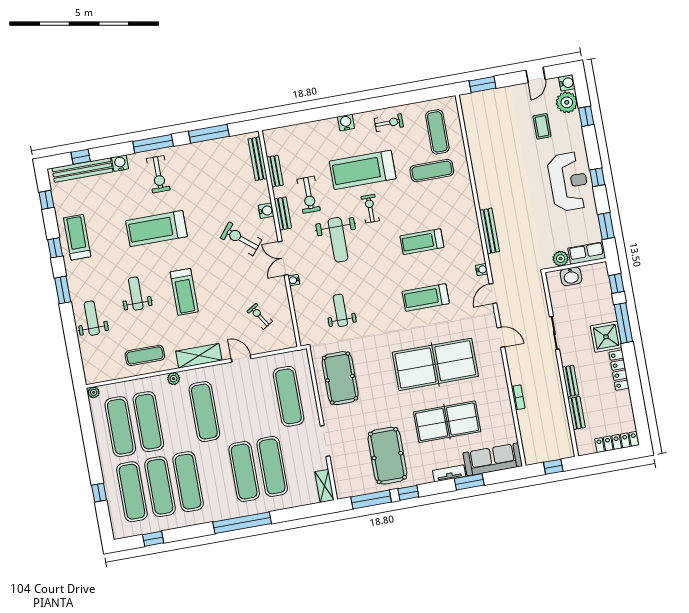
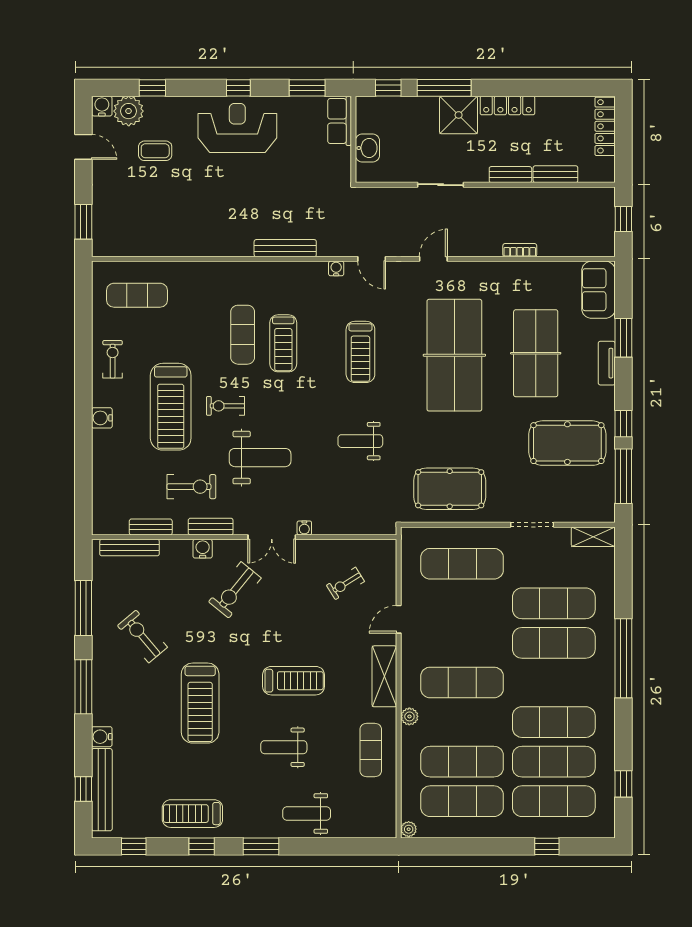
exercise mat: (432, 171) -> (243, 335), moved
exercise bike: (158, 174) -> (142, 636), moved, turned -130
plant: (561, 259) -> (341, 158), removed
weight bench: (340, 310) -> (360, 441), moved
sofa: (493, 459) -> (598, 290), width x0.73

